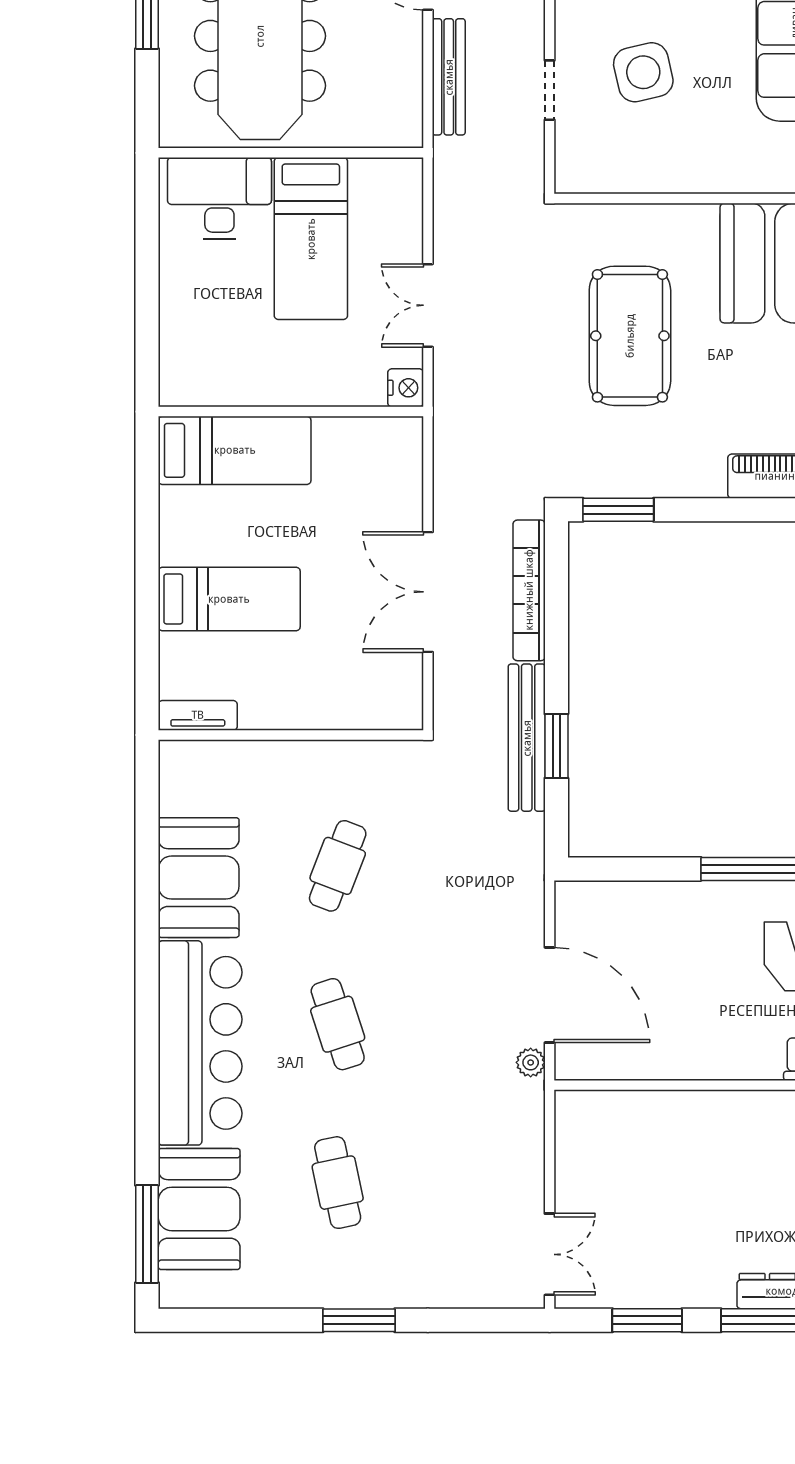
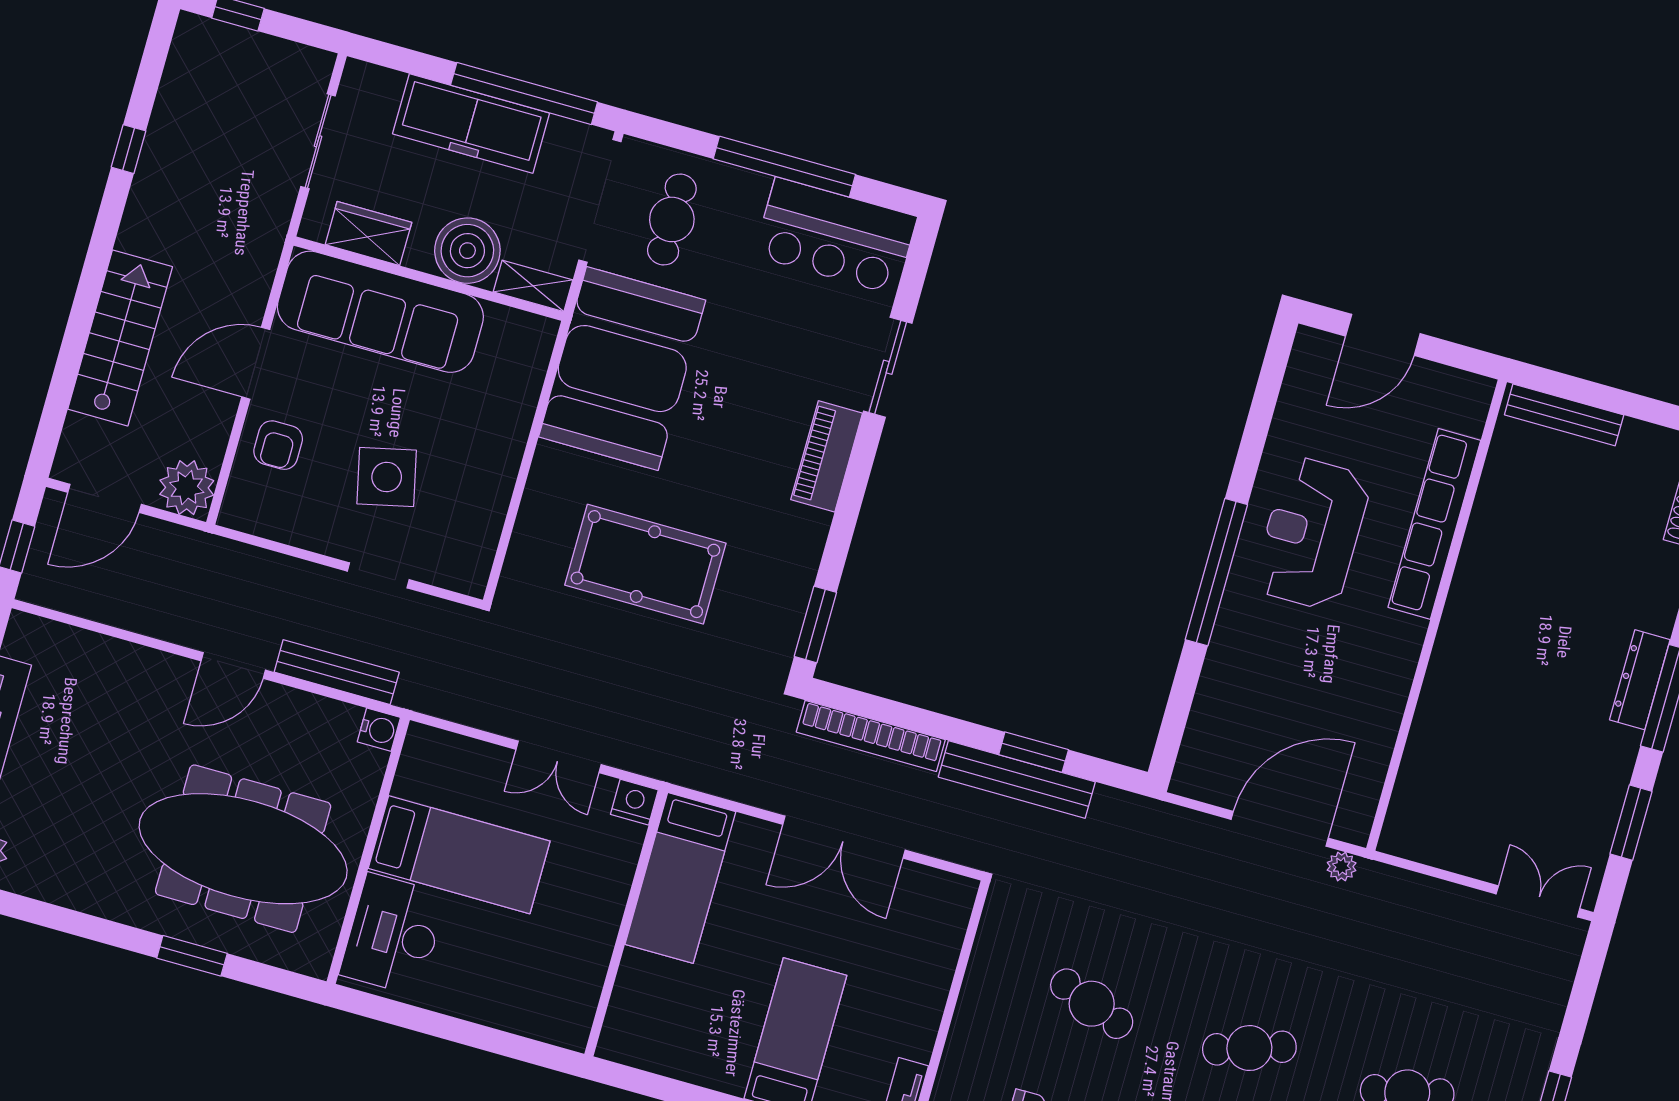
water cooler: (406, 131) -> (379, 730), added
bed: (235, 450) -> (680, 878), moved, turned 180

